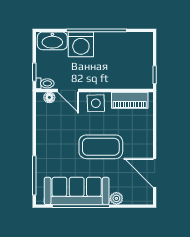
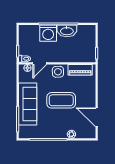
washbasin: (52, 41) -> (67, 31), moved
door: (68, 90) -> (40, 63), hinge flipped
sofa: (77, 191) -> (28, 104), moved, turned 90

